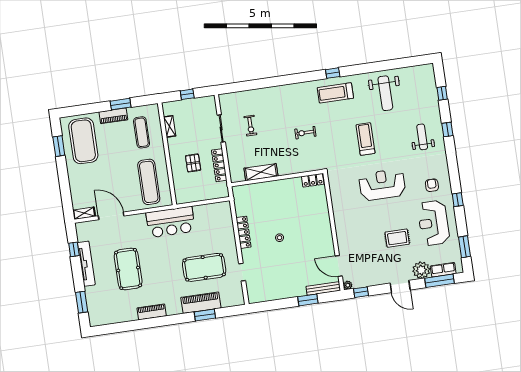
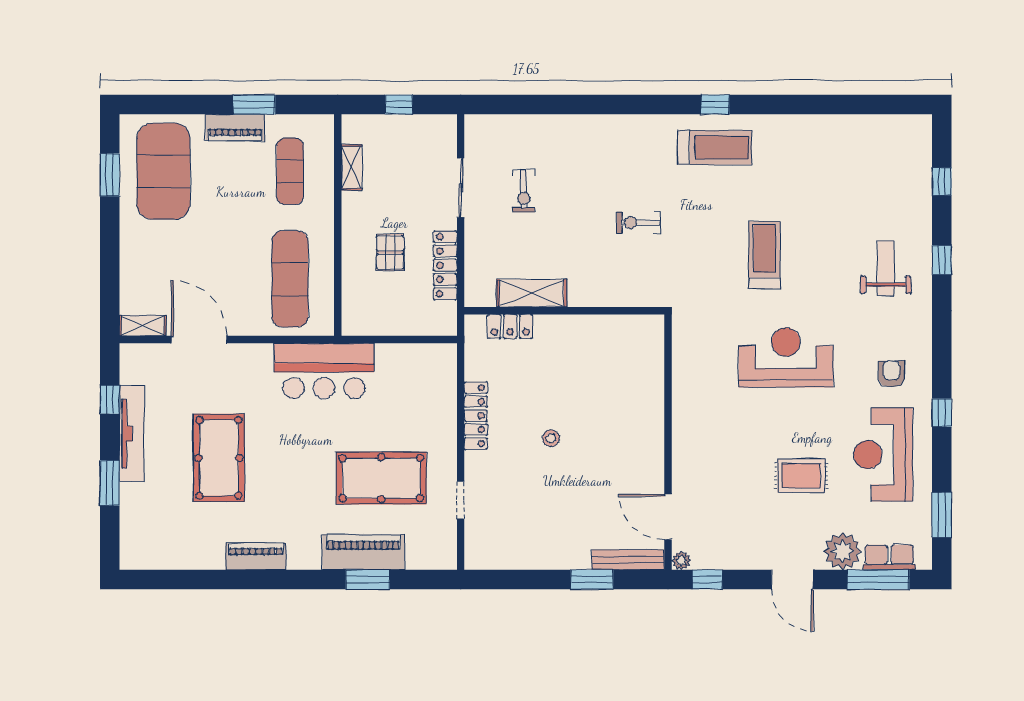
treadmill: (335, 93) -> (715, 148), turned 180
weight bench: (385, 93) -> (821, 164), removed
locker: (313, 180) -> (510, 326), moved
window: (82, 302) -> (110, 483), moved

